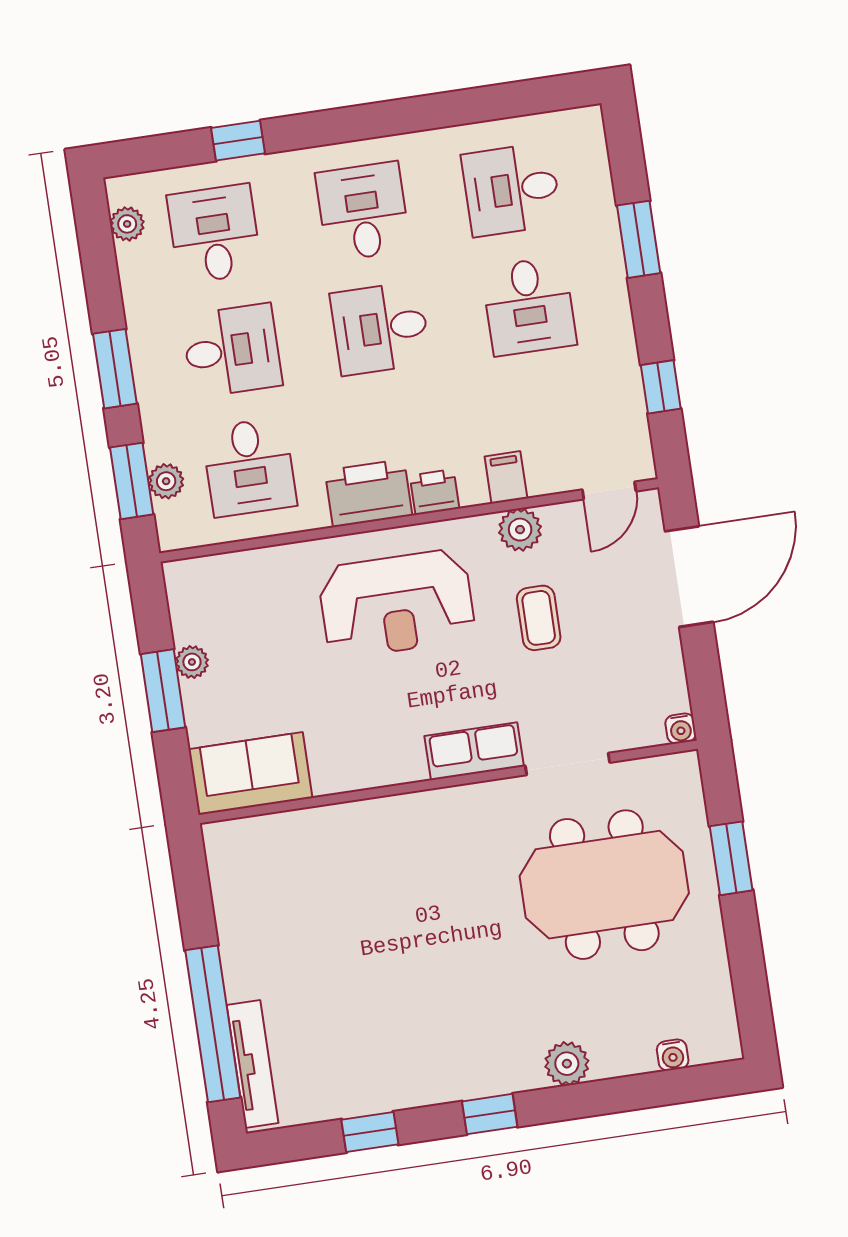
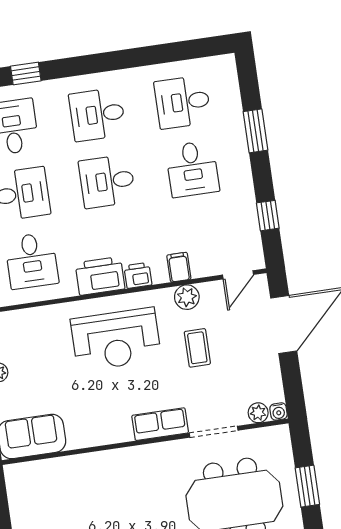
desk: (363, 212) -> (97, 114), turned -90
plant: (645, 731) -> (258, 413), added

